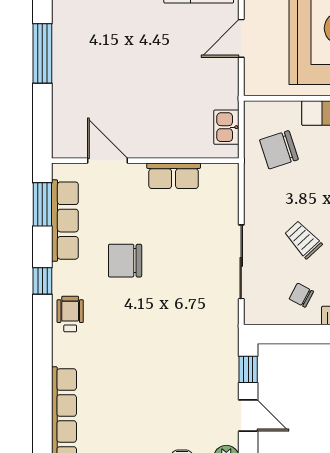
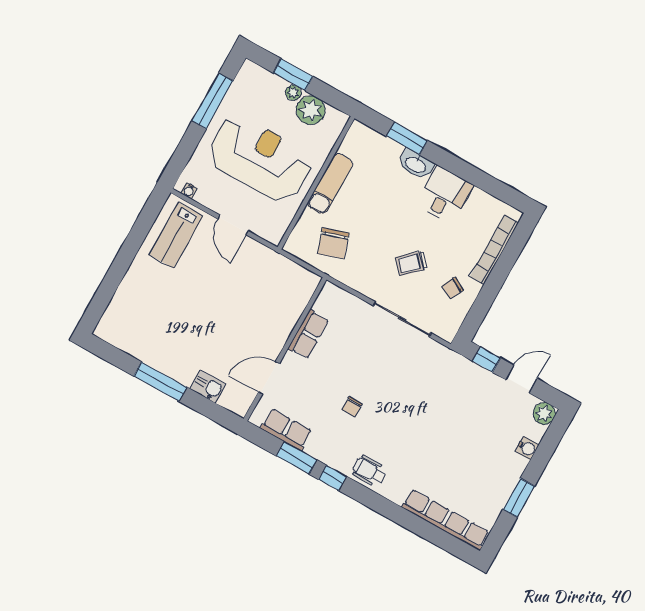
kitchen sink: (226, 127) -> (208, 387), moved, turned 180
window: (42, 204) -> (297, 458), moved
row of seats: (65, 221) -> (286, 430), width x0.68
chair: (125, 261) -> (352, 407), width x0.54, depth x0.54

